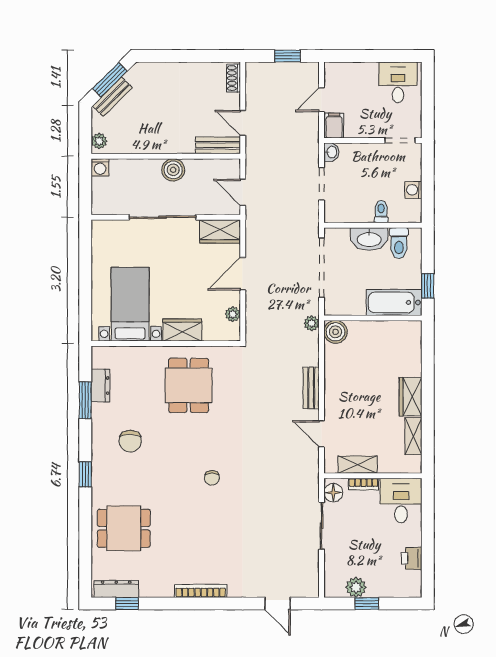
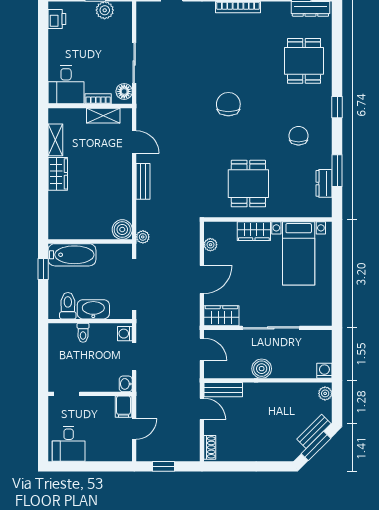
washing machine: (413, 190) -> (125, 334), moved, turned 180
chair: (212, 478) -> (228, 104), width x1.87, depth x1.87
dining table: (124, 528) -> (304, 61), turned 90
printer: (412, 558) -> (57, 19), moved

